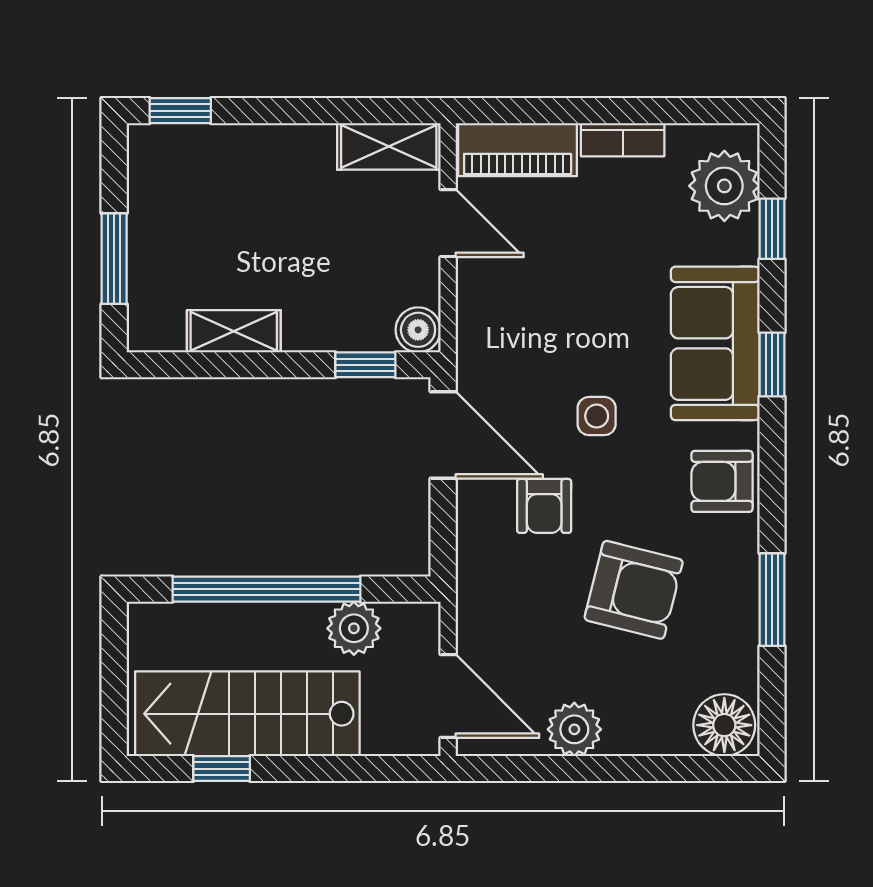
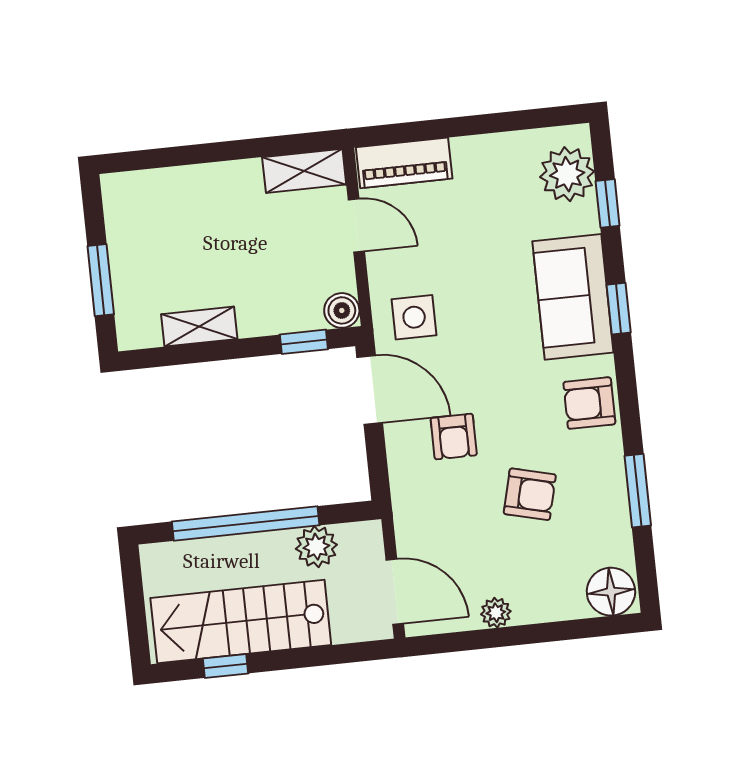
window: (180, 111) -> (140, 160), removed
bookcase: (623, 140) -> (485, 147), removed
side table: (597, 416) -> (414, 317), moved, width x1.37, depth x1.37
armchair: (634, 590) -> (530, 494), width x0.72, depth x0.72
plant: (574, 729) -> (496, 613), width x0.73, depth x0.73

